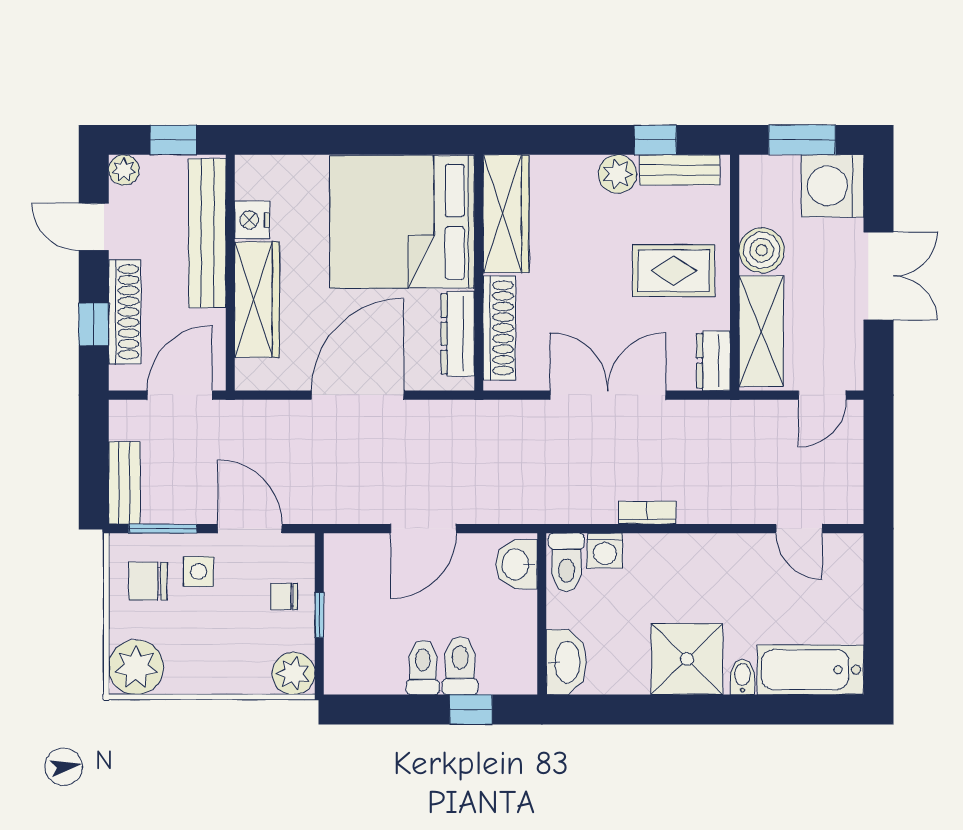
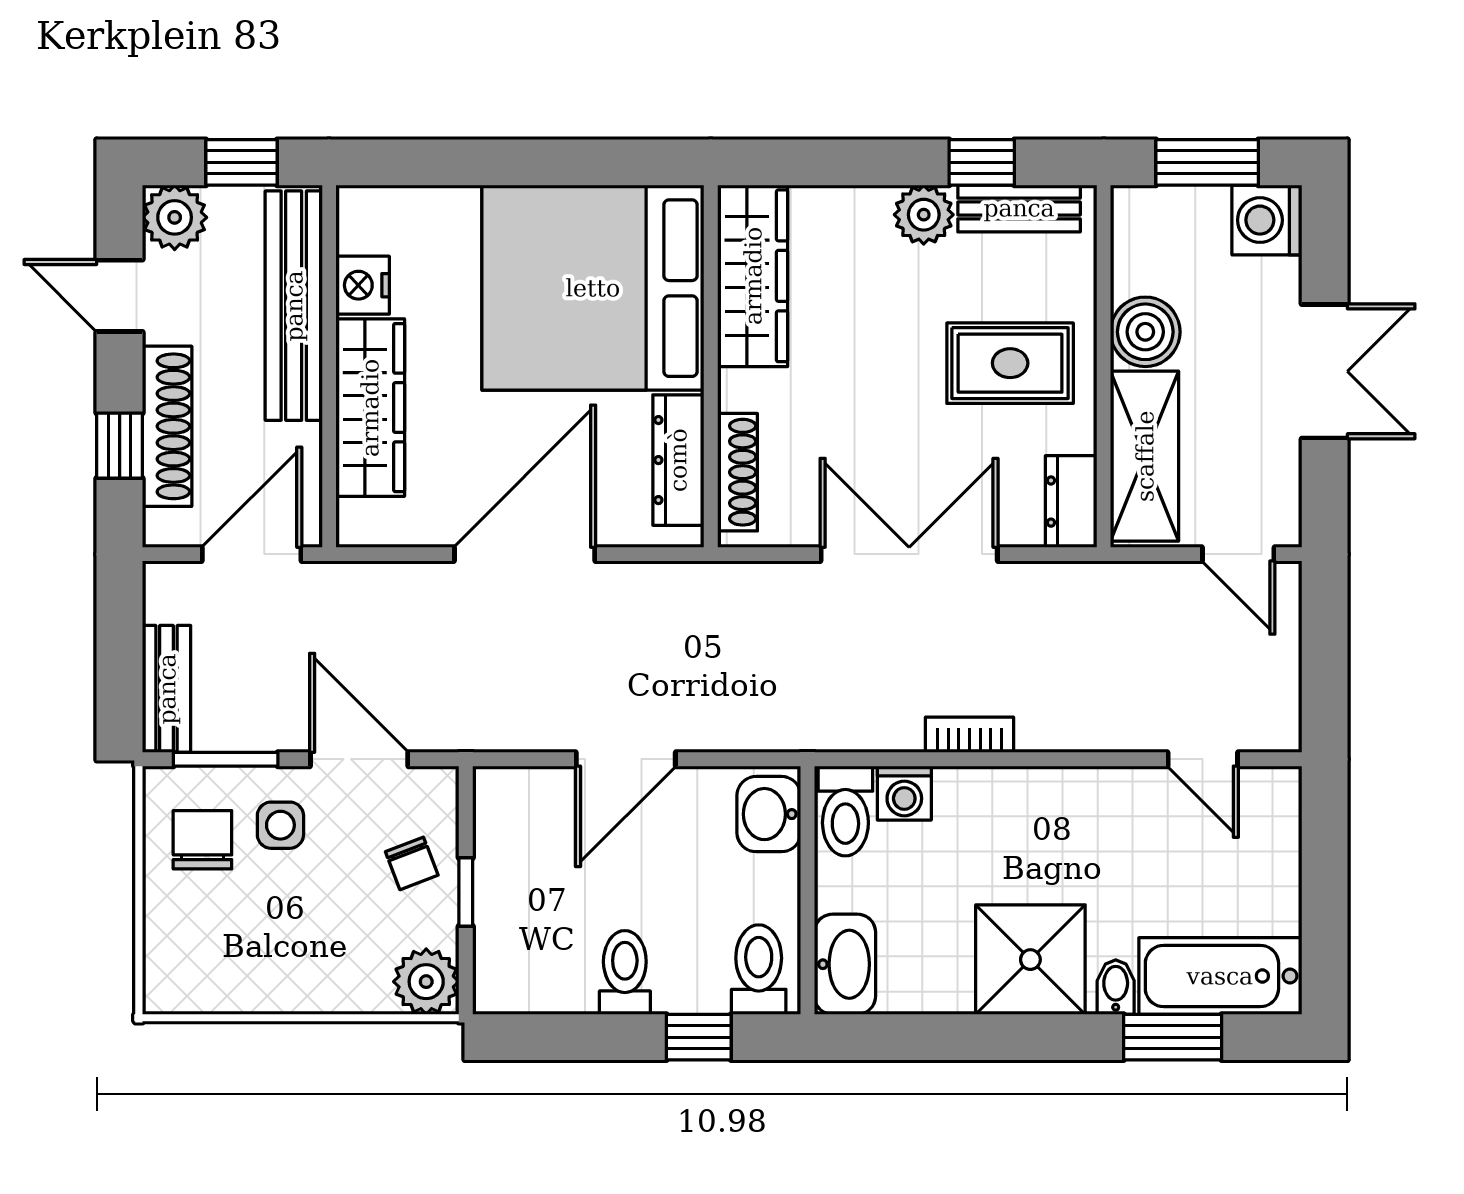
plant: (124, 170) -> (175, 217), width x1.38, depth x1.38
washing machine: (832, 186) -> (1267, 220), width x0.73, depth x0.73
shoe rack: (499, 328) -> (737, 472), width x0.74, depth x0.81
door: (822, 395) -> (1238, 554), hinge flipped
chair: (148, 581) -> (202, 840), turned 90
chair: (284, 596) -> (412, 863), turned -111
toilet: (460, 666) -> (759, 970), moved
plant: (136, 667) -> (184, 972), removed
window: (780, 710) -> (1173, 1037), added

